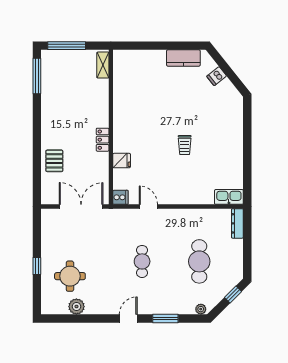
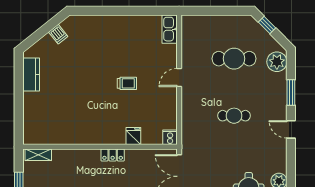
dishwasher: (217, 76) -> (58, 34), moved
trolley: (185, 145) -> (127, 83), moved
door: (148, 206) -> (179, 78), moved
dresser: (237, 223) -> (196, 21), removed
plant: (201, 309) -> (277, 62), width x1.87, depth x1.87

